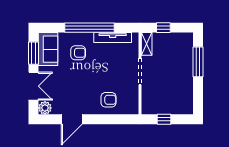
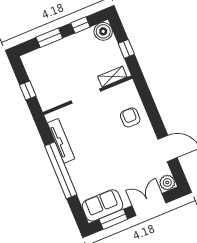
shelving: (147, 44) -> (112, 77), moved
armchair: (78, 53) -> (93, 171), removed
window: (198, 62) -> (49, 38), width x0.69
window: (198, 91) -> (80, 25), added
boiler: (185, 107) -> (103, 31), added

